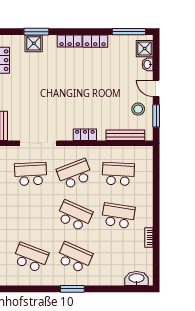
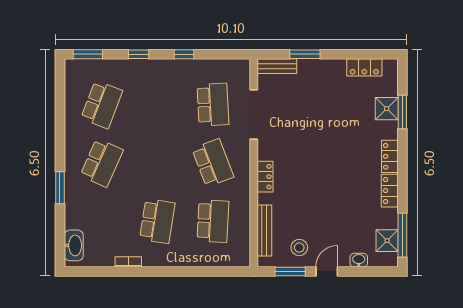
shower: (145, 49) -> (387, 241), moved
school desk: (74, 216) -> (157, 163), removed
window: (72, 289) -> (60, 188), moved

